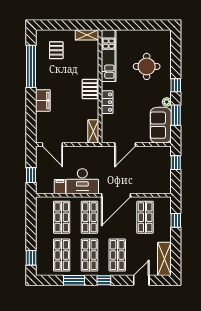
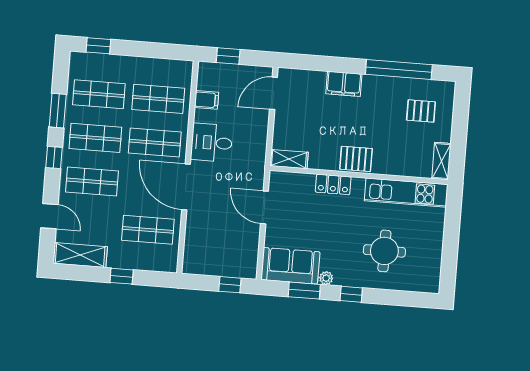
desk: (82, 181) -> (212, 143), width x0.73
window: (176, 220) -> (122, 276), moved

